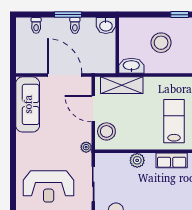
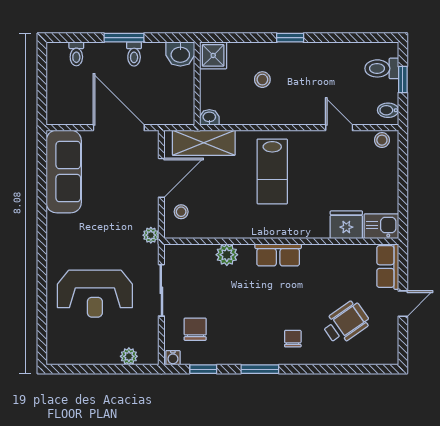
shower: (128, 26) -> (213, 55), added
stool: (161, 43) -> (262, 80), width x0.53, depth x0.53
washbasin: (131, 66) -> (209, 117), width x0.52, depth x0.69
door: (93, 109) -> (161, 178), swing flipped
lab bench: (174, 121) -> (272, 171), moved, turned 180
stool: (106, 131) -> (181, 212), width x0.53, depth x0.53

